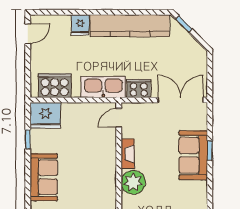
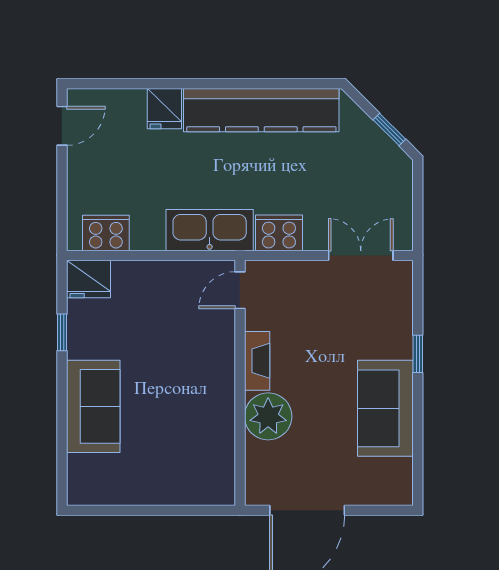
window: (184, 24) -> (389, 130), moved
cooker: (55, 86) -> (106, 233), width x0.73, depth x0.76
double door: (181, 100) -> (361, 256), width x0.73
fridge: (45, 115) -> (88, 279), width x0.73, depth x0.75
sofa: (193, 155) -> (385, 408), moved

